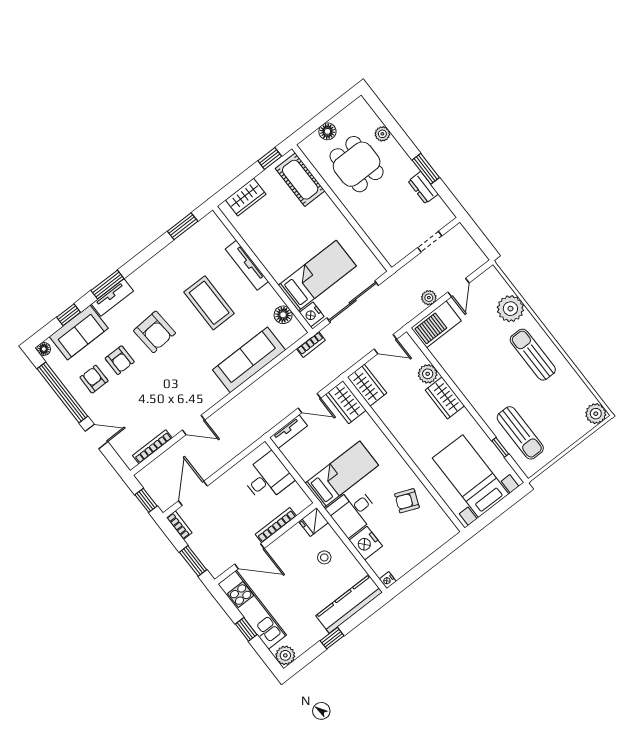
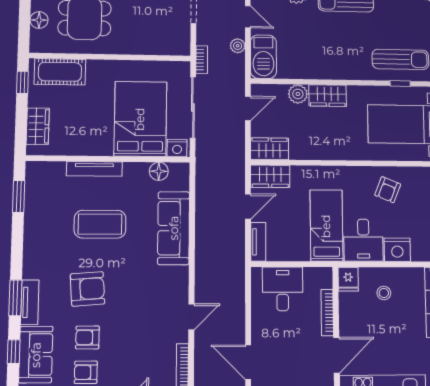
bed: (317, 276) -> (140, 119), width x1.50
bookcase: (311, 344) -> (202, 60), moved
armchair: (120, 360) -> (87, 337), turned 180

